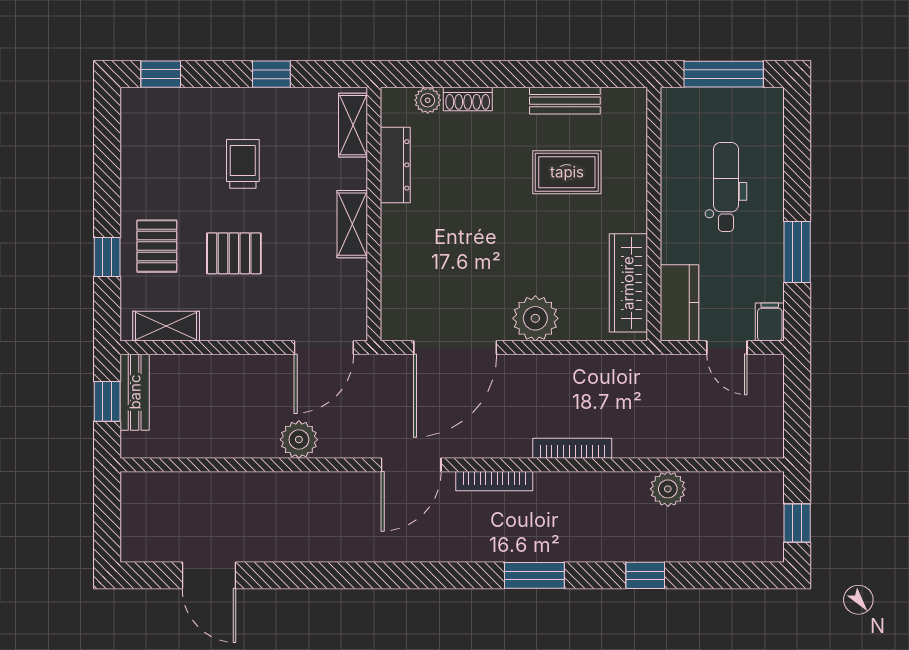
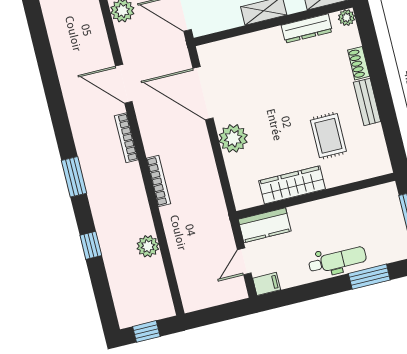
plant: (428, 100) -> (347, 18), moved
bench: (565, 101) -> (367, 102), moved
dental chair: (726, 187) -> (337, 260), moved
window: (797, 252) -> (369, 277), moved
wardrobe: (628, 283) -> (292, 185), moved

